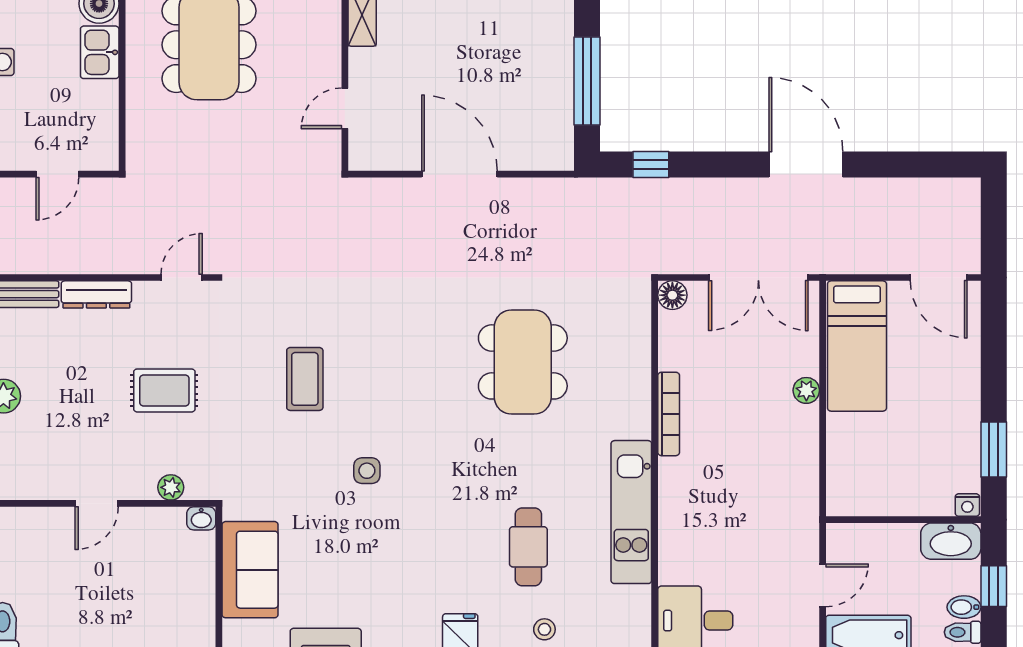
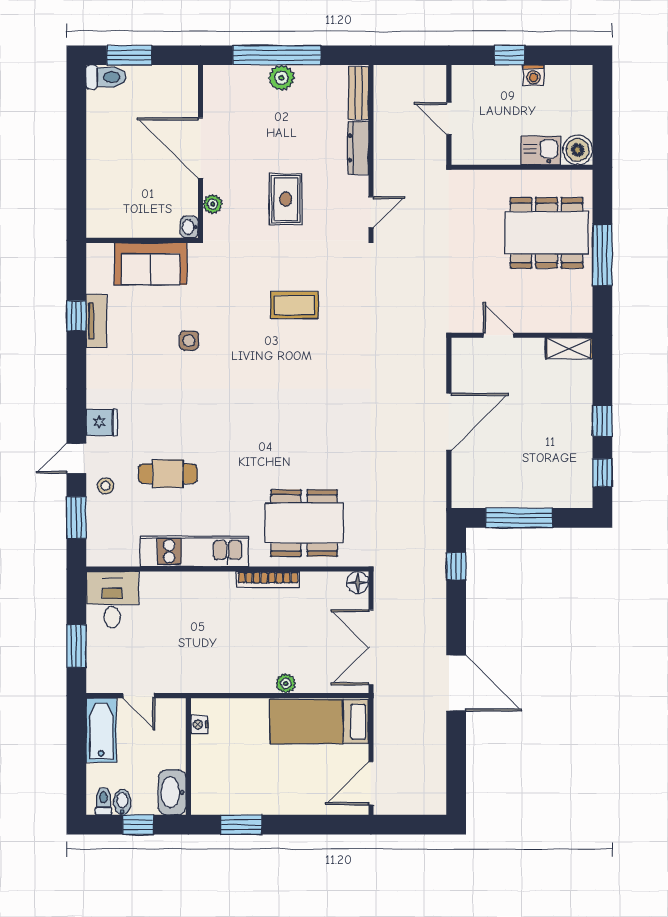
door: (806, 165) -> (456, 683), hinge flipped
door: (182, 277) -> (371, 212), hinge flipped
dining table: (523, 362) -> (304, 523), moved
side table: (367, 471) -> (189, 341), moved
door: (97, 503) -> (201, 148), width x1.88
nightstand: (967, 505) -> (199, 724), moved

